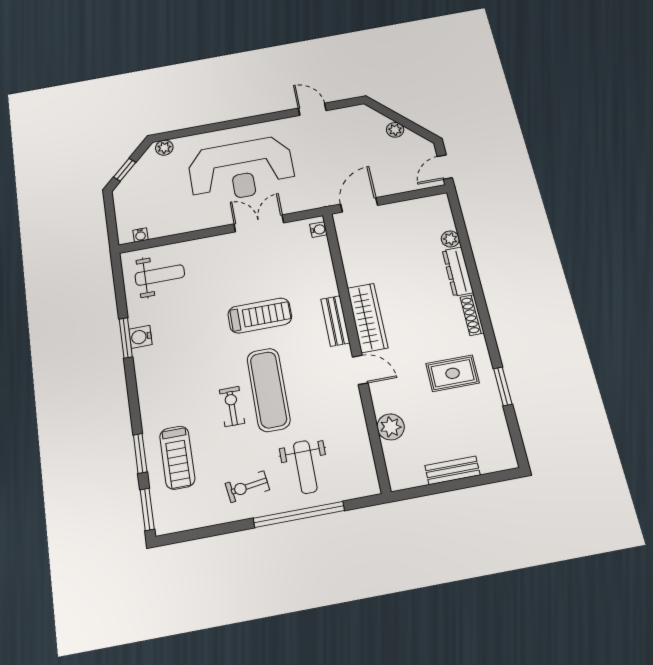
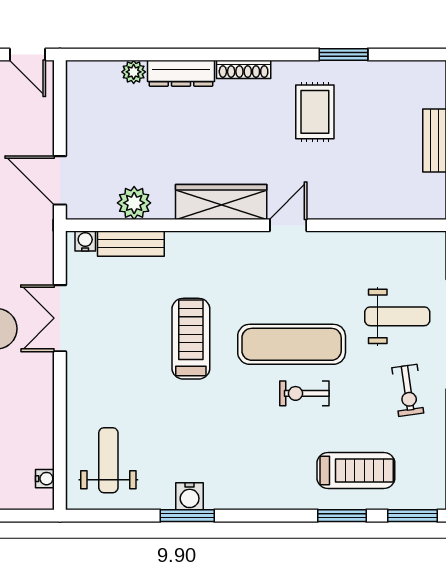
bench: (335, 321) -> (131, 244), moved
plant: (391, 427) -> (134, 203), moved

